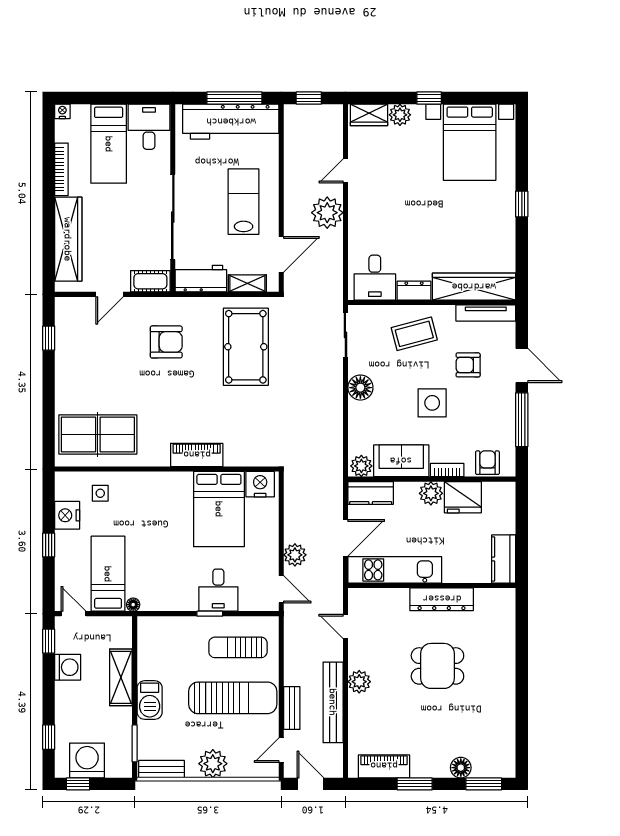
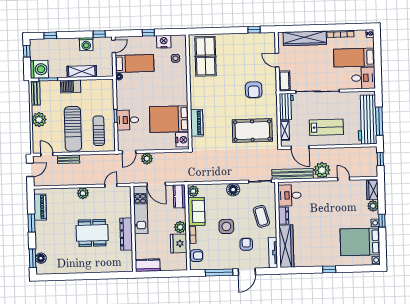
piano: (197, 455) -> (197, 123), moved
dining table: (437, 666) -> (92, 233), width x1.38
bench: (333, 702) -> (293, 174), moved
washing machine: (87, 760) -> (39, 69), moved
floor lamp: (461, 768) -> (41, 258), moved

